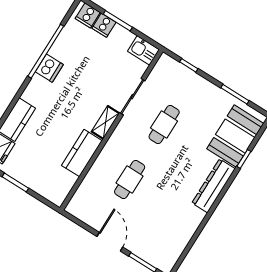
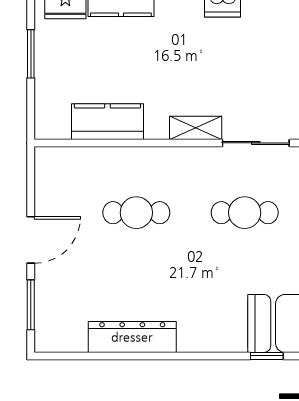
kitchen counter: (82, 153) -> (107, 122), moved
dresser: (214, 186) -> (132, 337), moved

